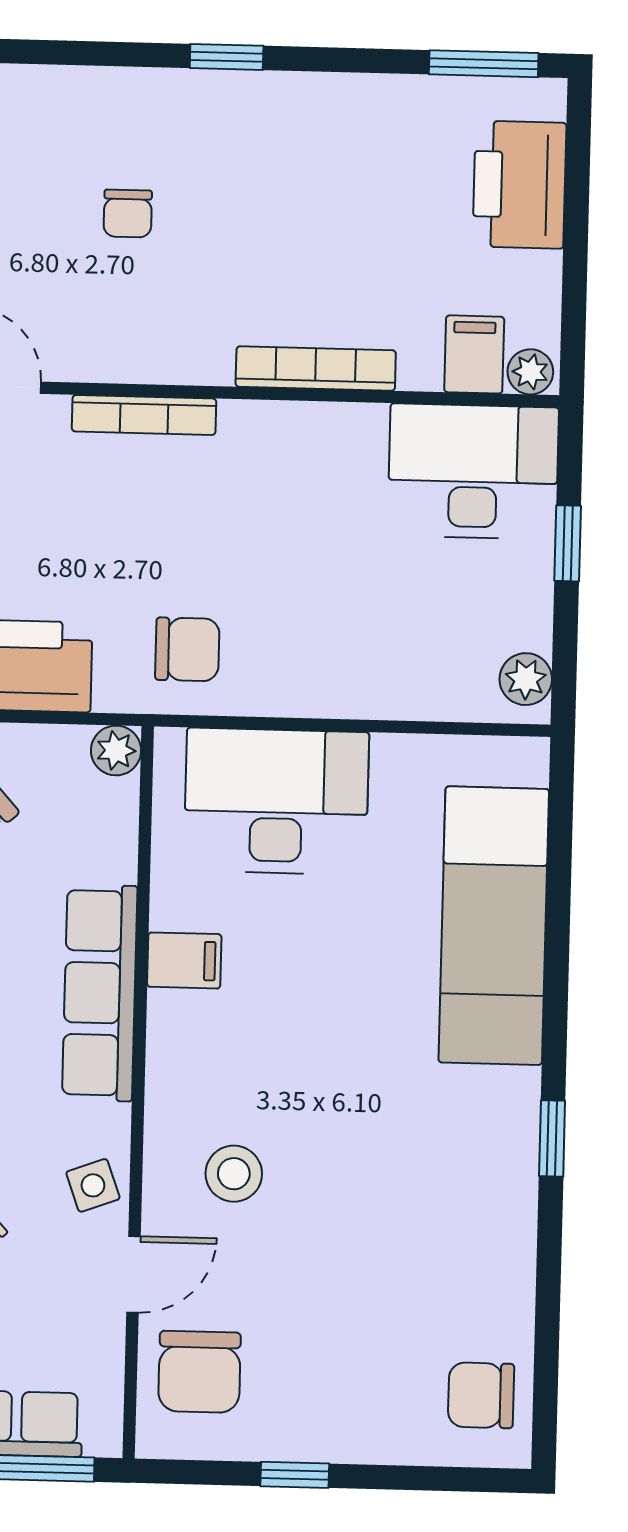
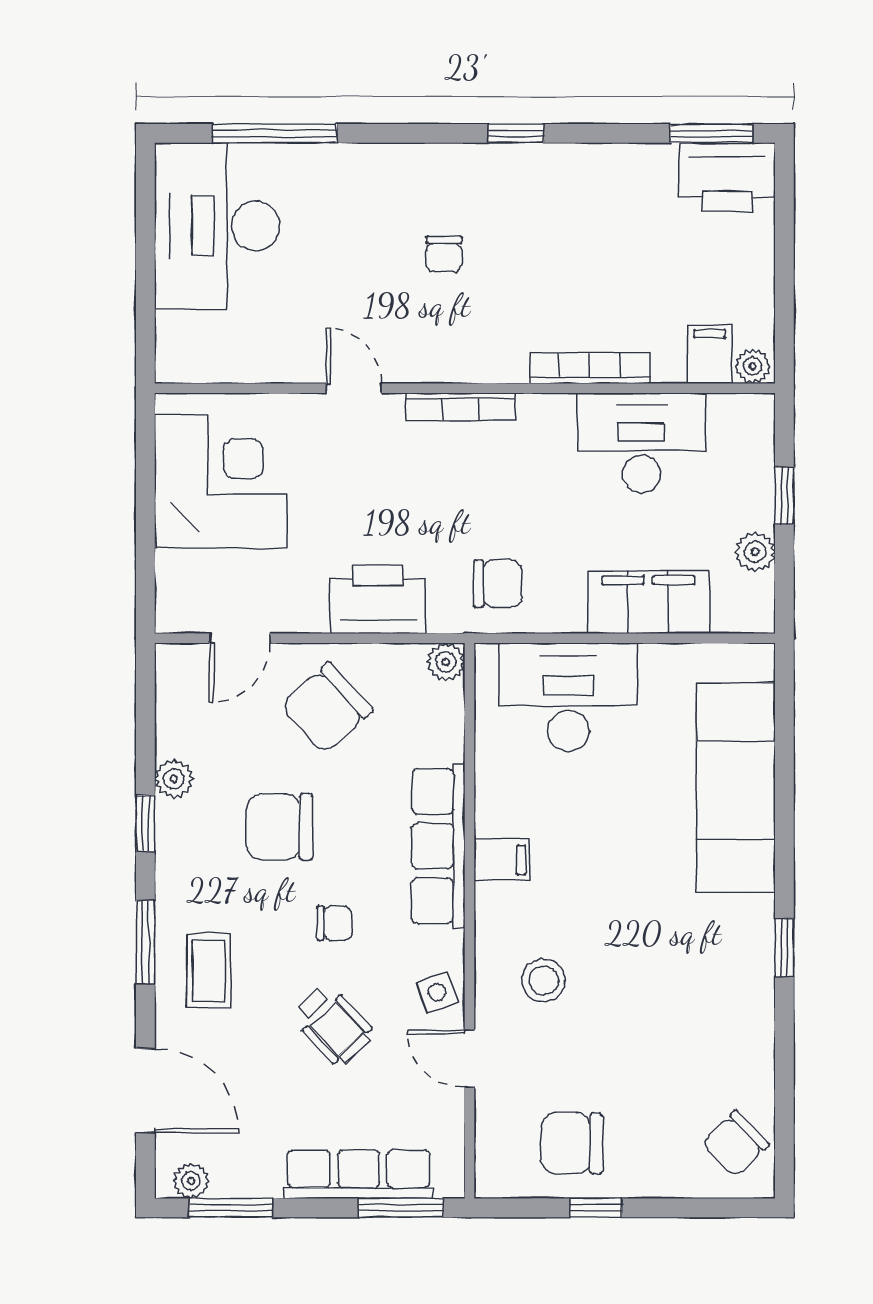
printer: (519, 185) -> (727, 177), moved, turned -90
desk: (473, 471) -> (641, 443), moved
filing cabinet: (385, 679) -> (648, 602), added
plant: (526, 679) -> (755, 552), moved
filing cabinet: (184, 960) -> (502, 860), moved
door: (133, 1274) -> (469, 1059), swing flipped
chair: (199, 1372) -> (572, 1143), moved, turned 90
chair: (481, 1395) -> (736, 1144), turned -44

